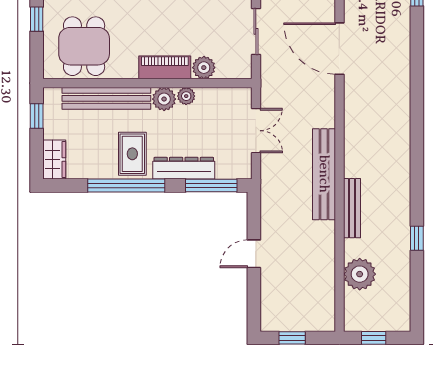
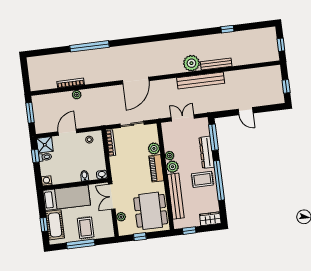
dining table: (84, 46) -> (151, 211), width x1.38
plant: (360, 274) -> (191, 63), moved

